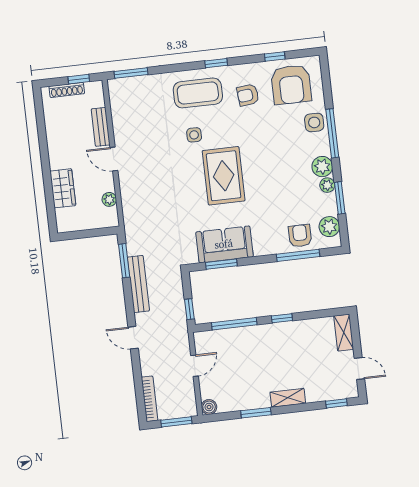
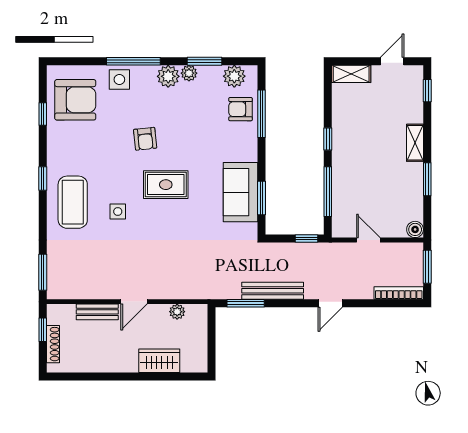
armchair: (248, 95) -> (145, 139), moved
rug: (224, 176) -> (166, 185), width x0.73, depth x0.70

